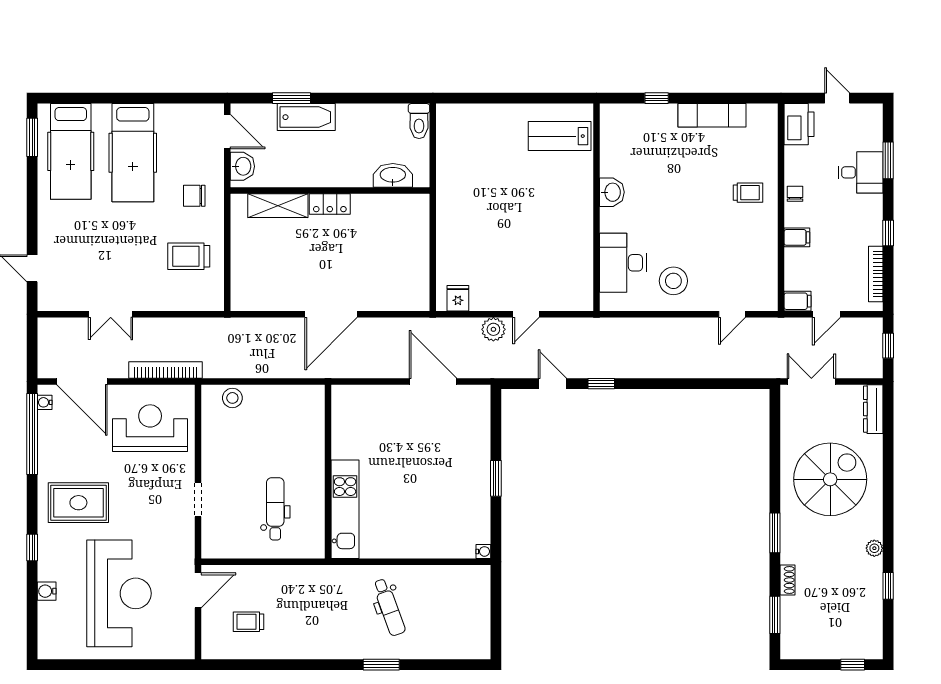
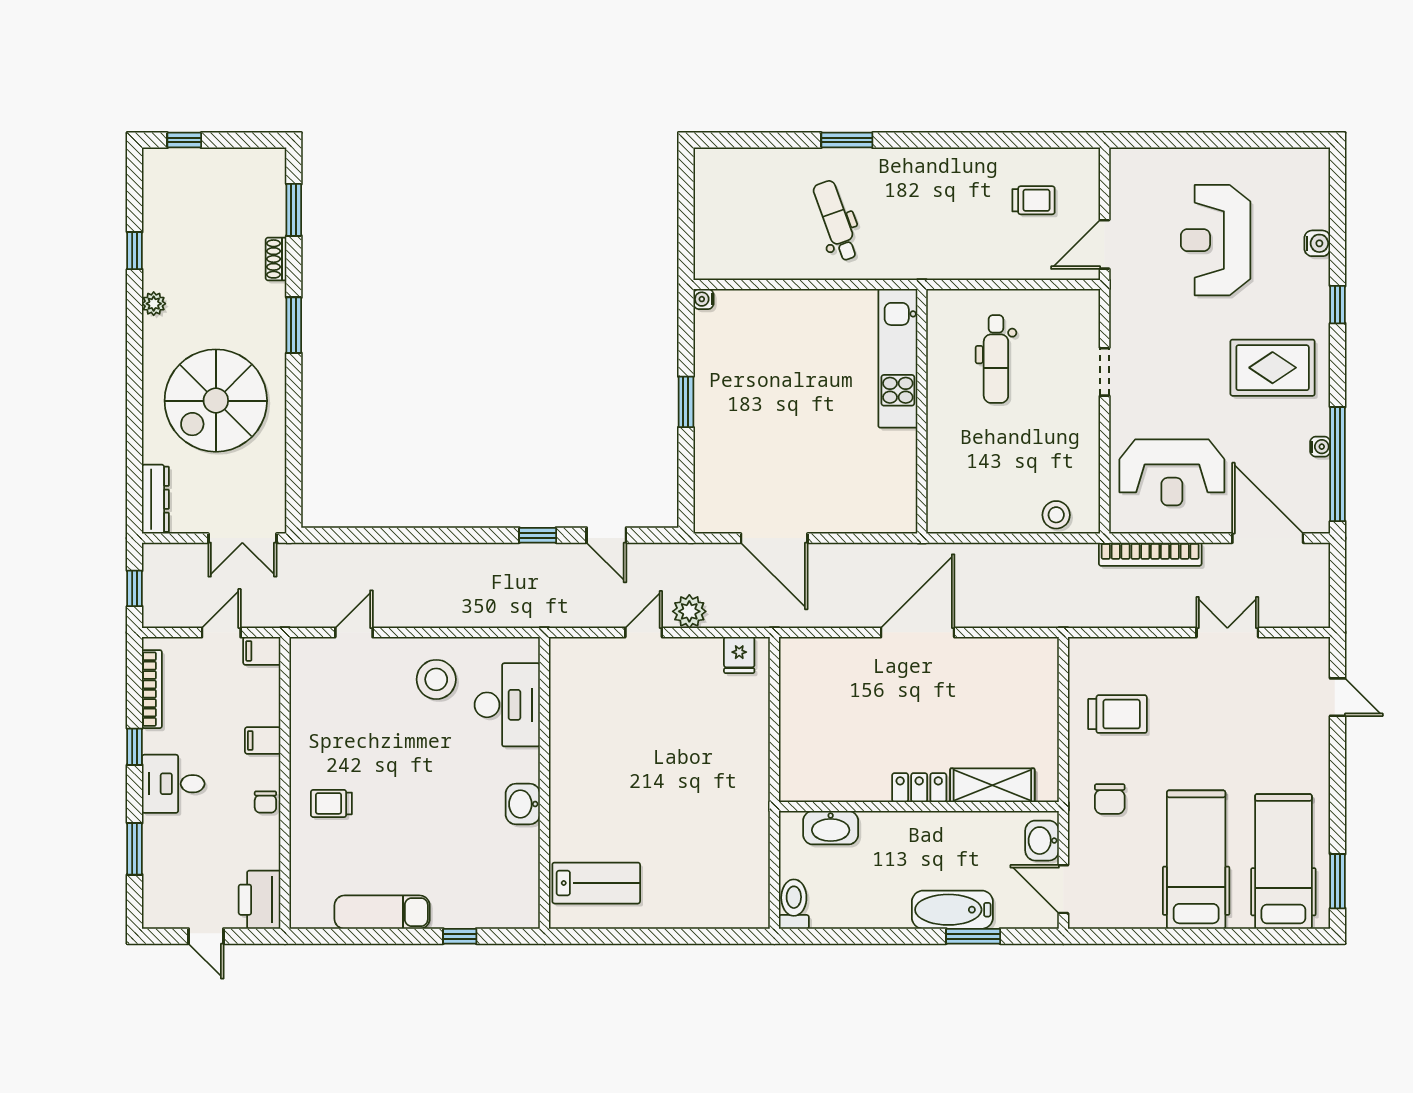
desk: (861, 172) -> (173, 784), moved
chair: (194, 196) -> (1110, 799), turned 90
water cooler: (45, 402) -> (1320, 447), moved
reception desk: (119, 593) -> (1216, 240), width x0.74, depth x0.77

